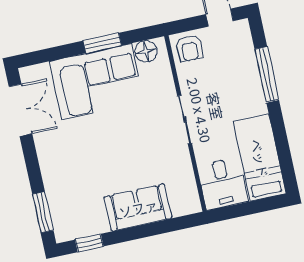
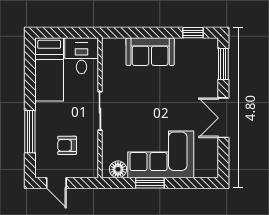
armchair: (189, 48) -> (67, 145), moved, turned -90
double door: (21, 110) -> (223, 118), moved

